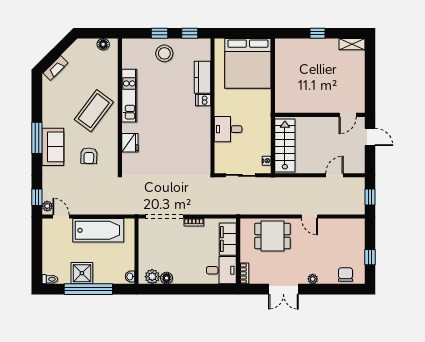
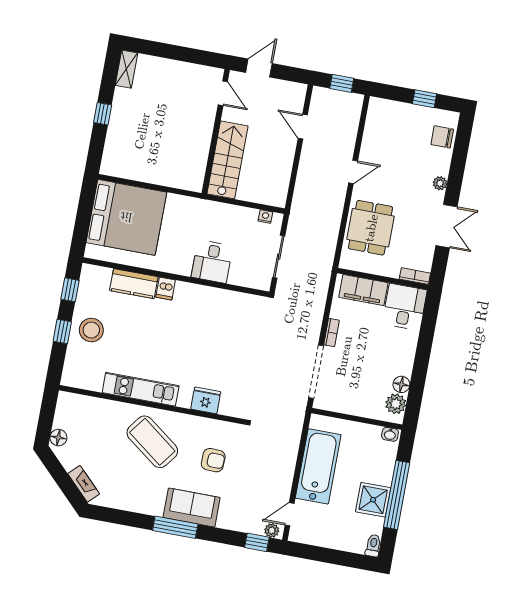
floor lamp: (103, 44) -> (58, 438), moved
stairs: (285, 145) -> (227, 160), moved, turned 90

